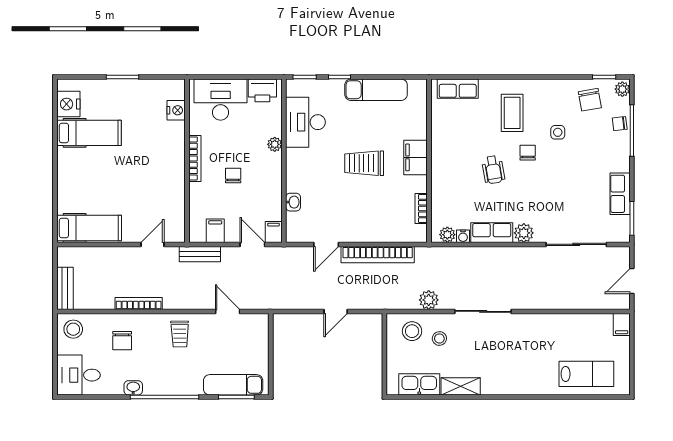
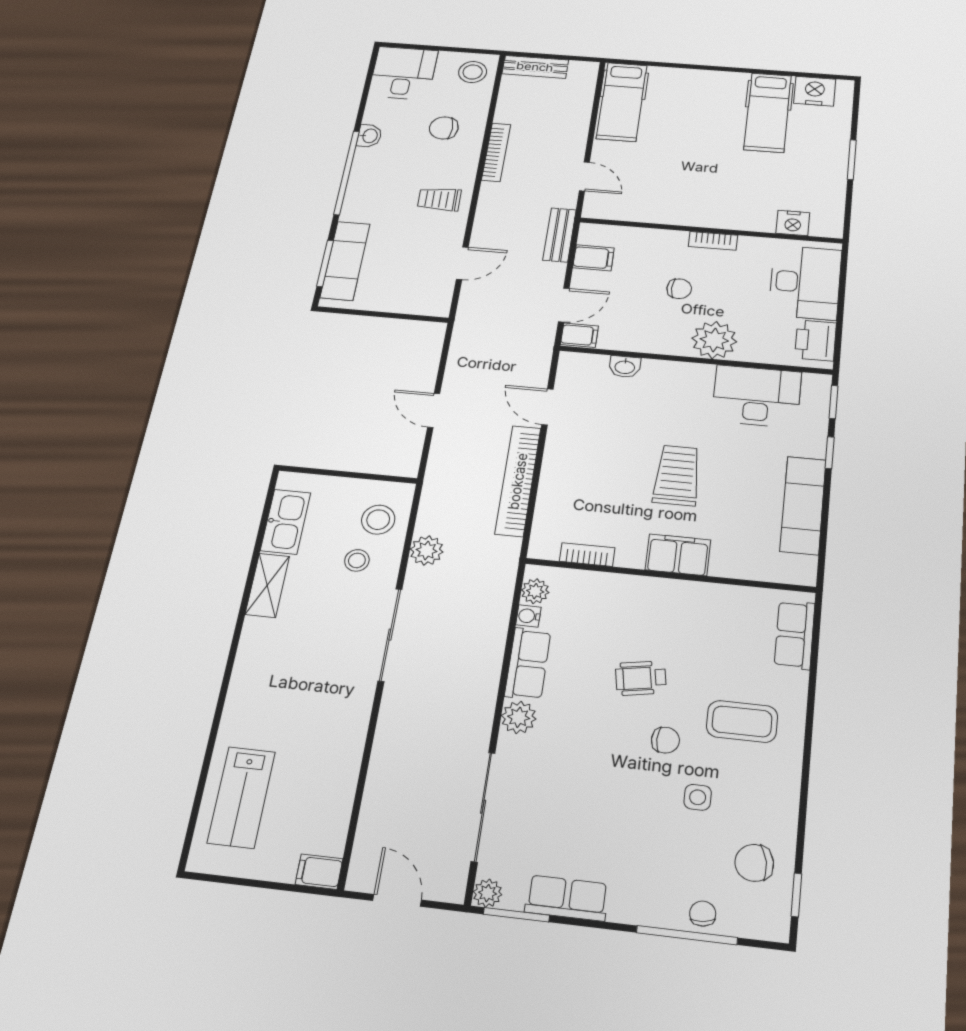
plant: (622, 89) -> (488, 893), moved
plant: (275, 144) -> (714, 340), width x1.87, depth x1.87
bookcase: (195, 158) -> (713, 241), width x0.64

